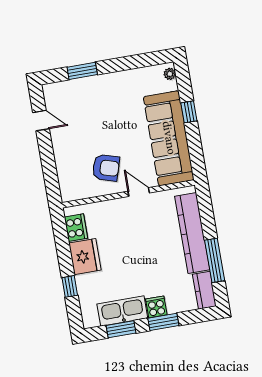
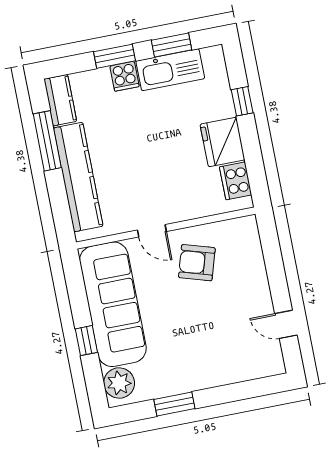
window: (82, 71) -> (174, 404), moved
plant: (170, 74) -> (119, 383), width x1.87, depth x1.87

